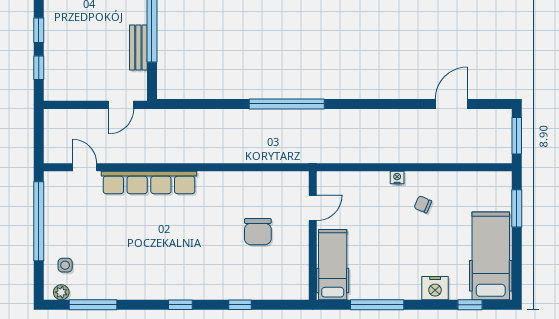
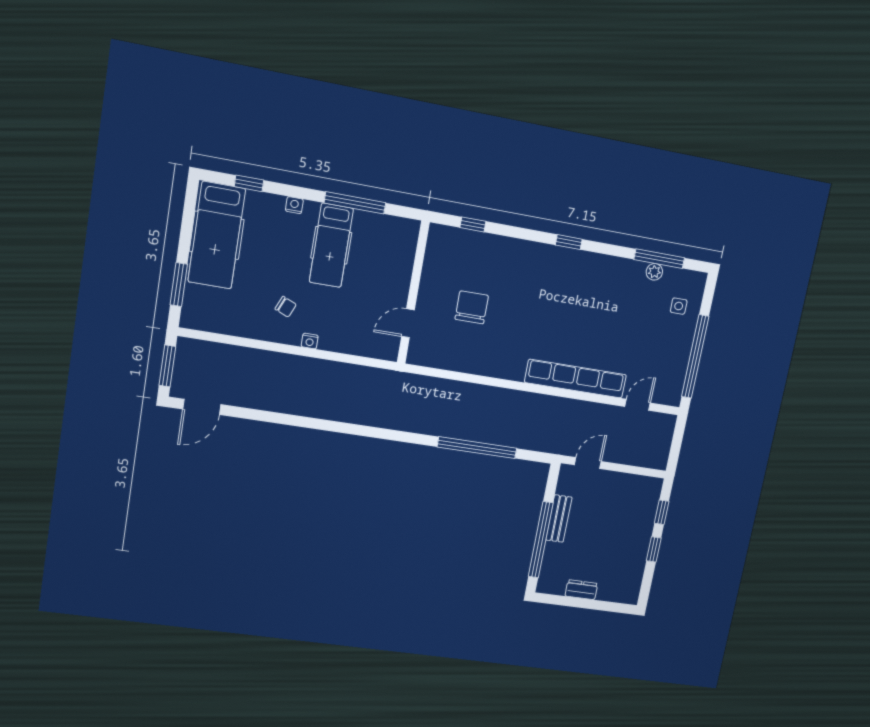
window: (287, 104) -> (477, 448), moved
door: (452, 104) -> (202, 407), moved
door: (85, 167) -> (637, 405), swing flipped
hospital bed: (333, 265) -> (331, 245), moved
nightstand: (435, 288) -> (294, 205), width x0.53, depth x0.56
plant: (61, 292) -> (654, 272), moved
window: (240, 305) -> (473, 224), moved

